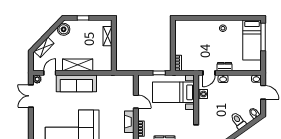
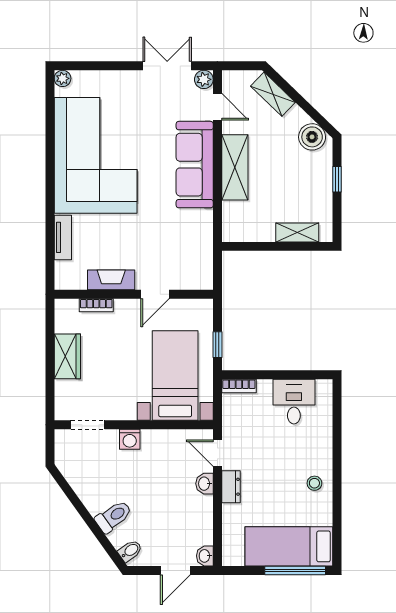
desk: (185, 38) -> (294, 402), added
washing machine: (203, 94) -> (130, 439), moved

